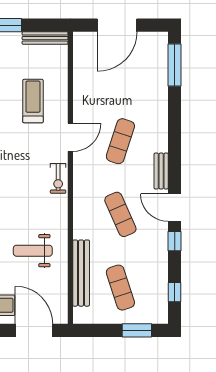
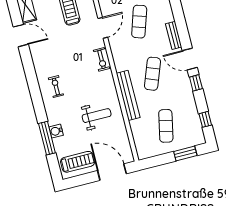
exercise mat: (120, 214) -> (152, 74), turned 45
weight bench: (33, 251) -> (97, 116), turned 180
bench: (81, 273) -> (128, 95), moved
exercise mat: (120, 288) -> (166, 126), turned 30

